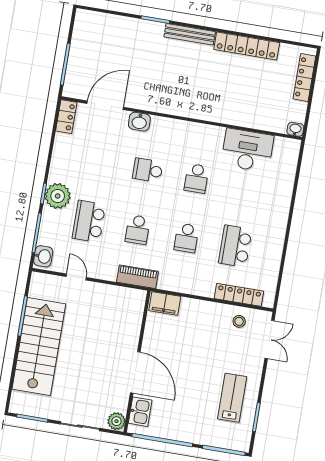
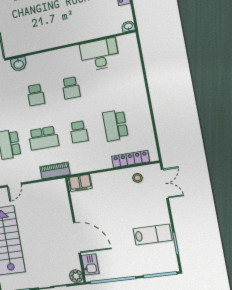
school desk: (148, 170) -> (36, 95), turned -90
school desk: (138, 230) -> (43, 138), width x1.85
door: (76, 277) -> (14, 185), swing flipped
lab bench: (232, 398) -> (152, 235), turned 90

